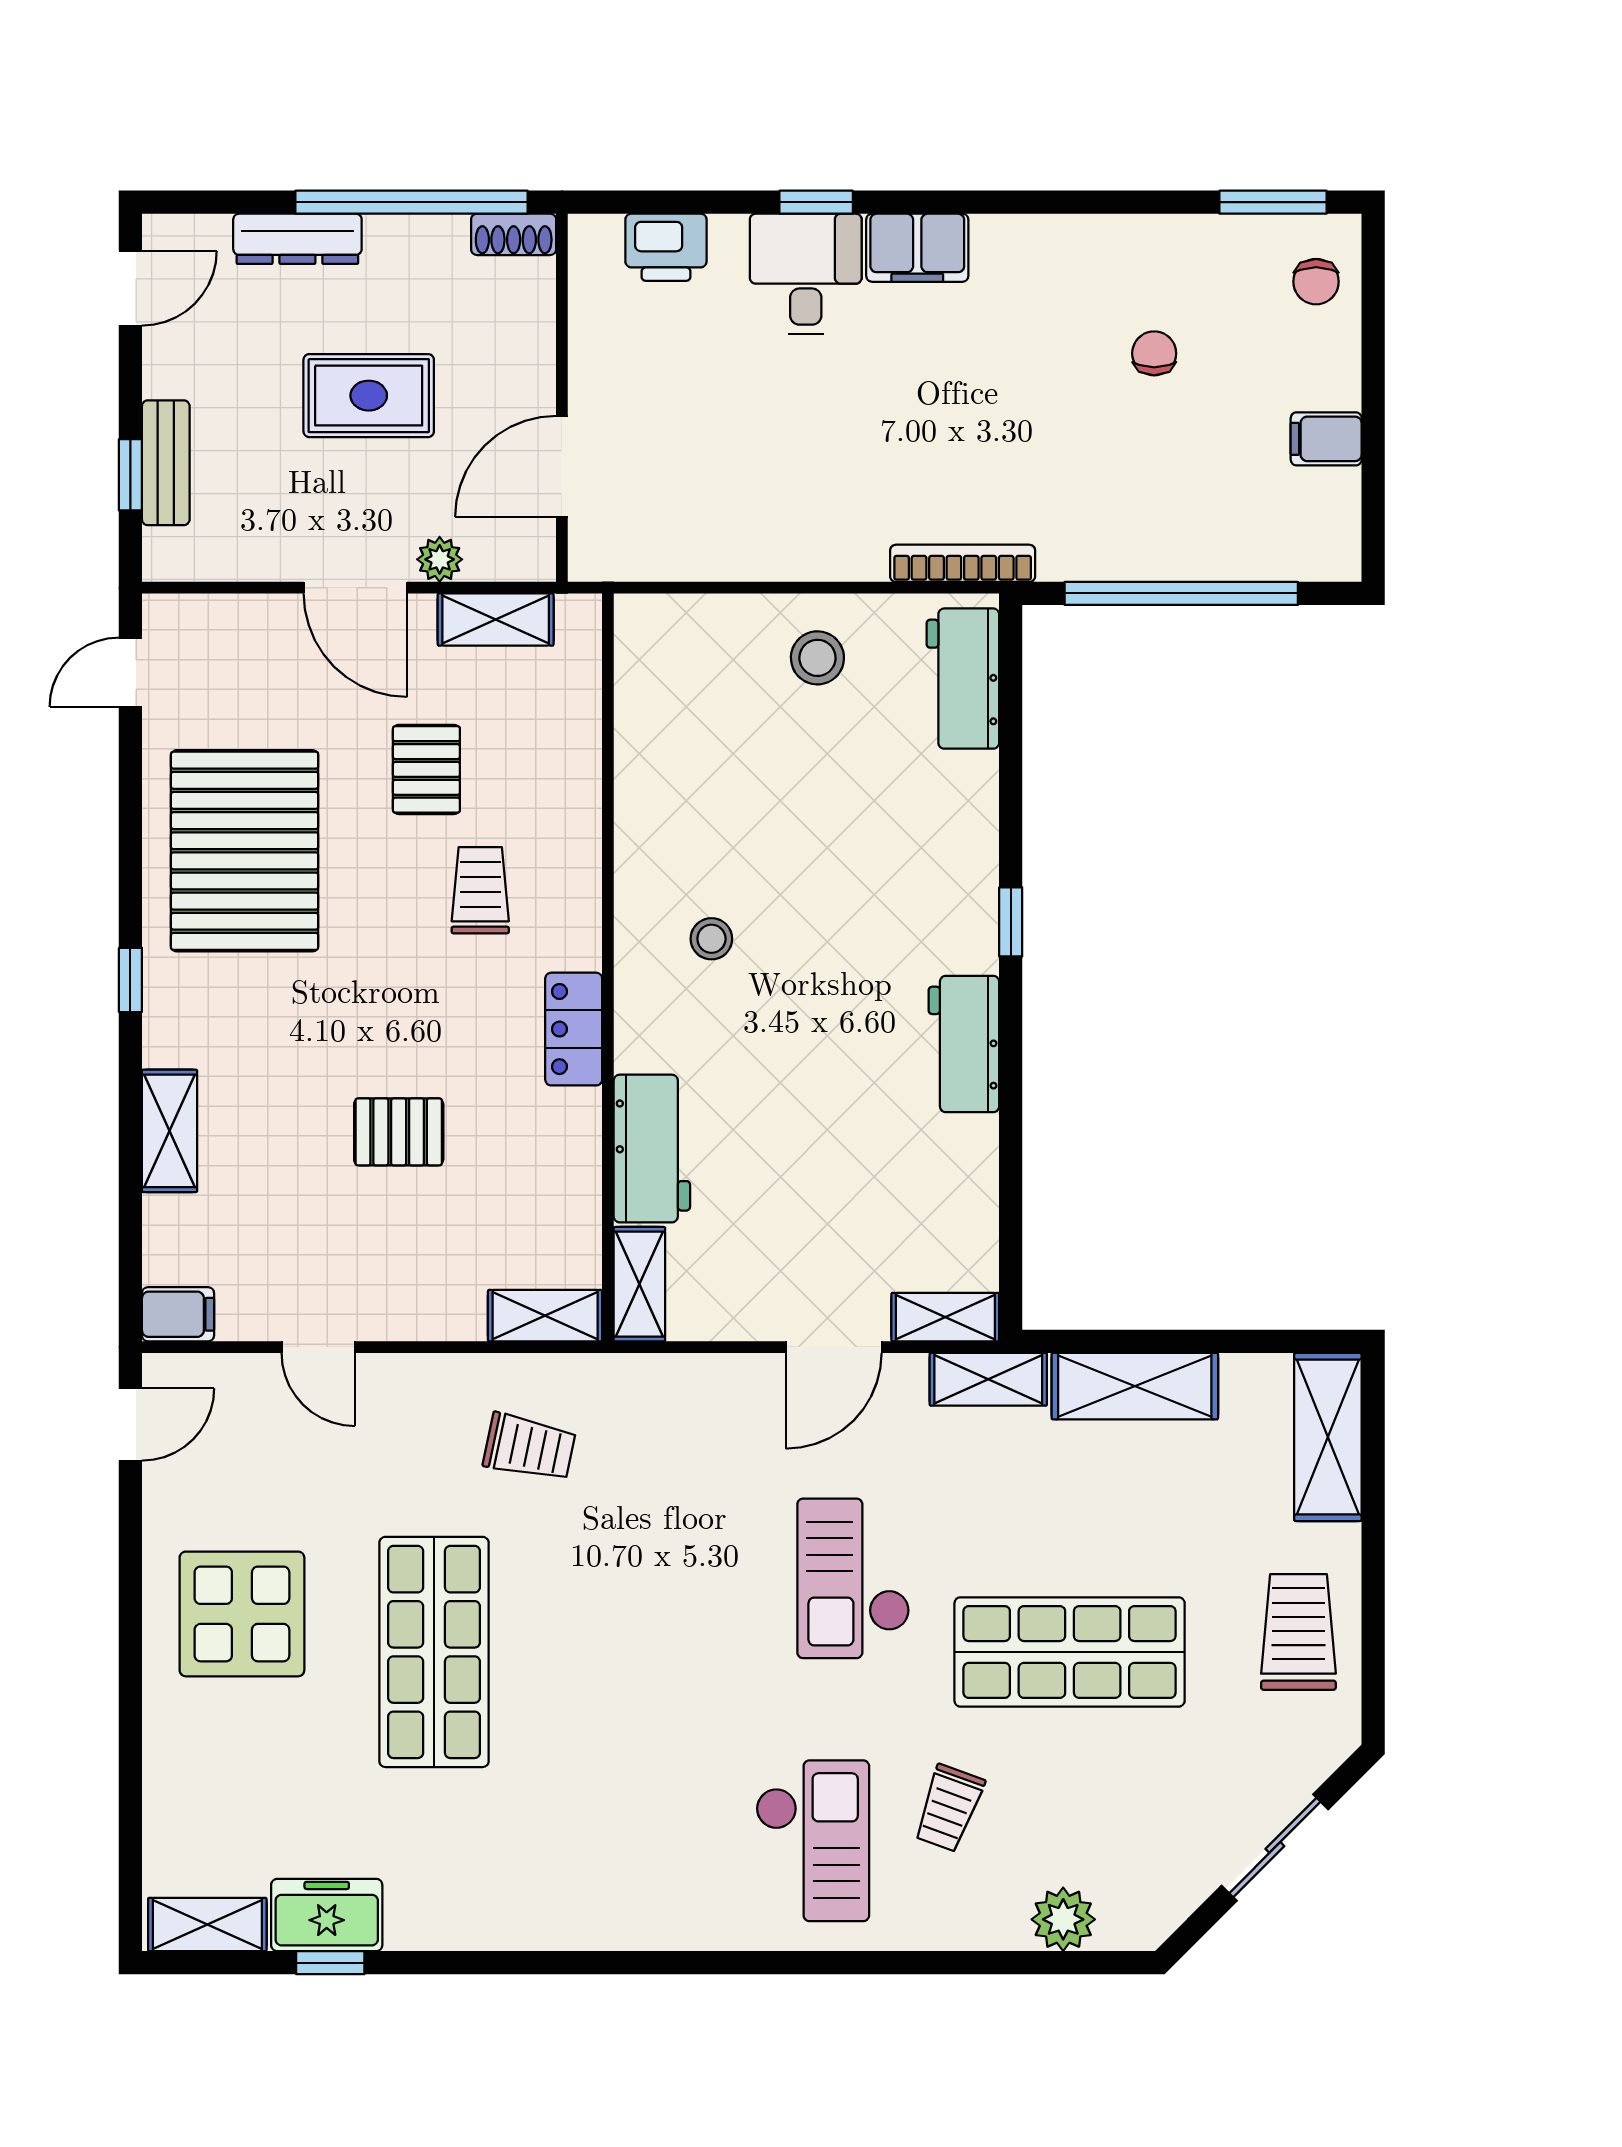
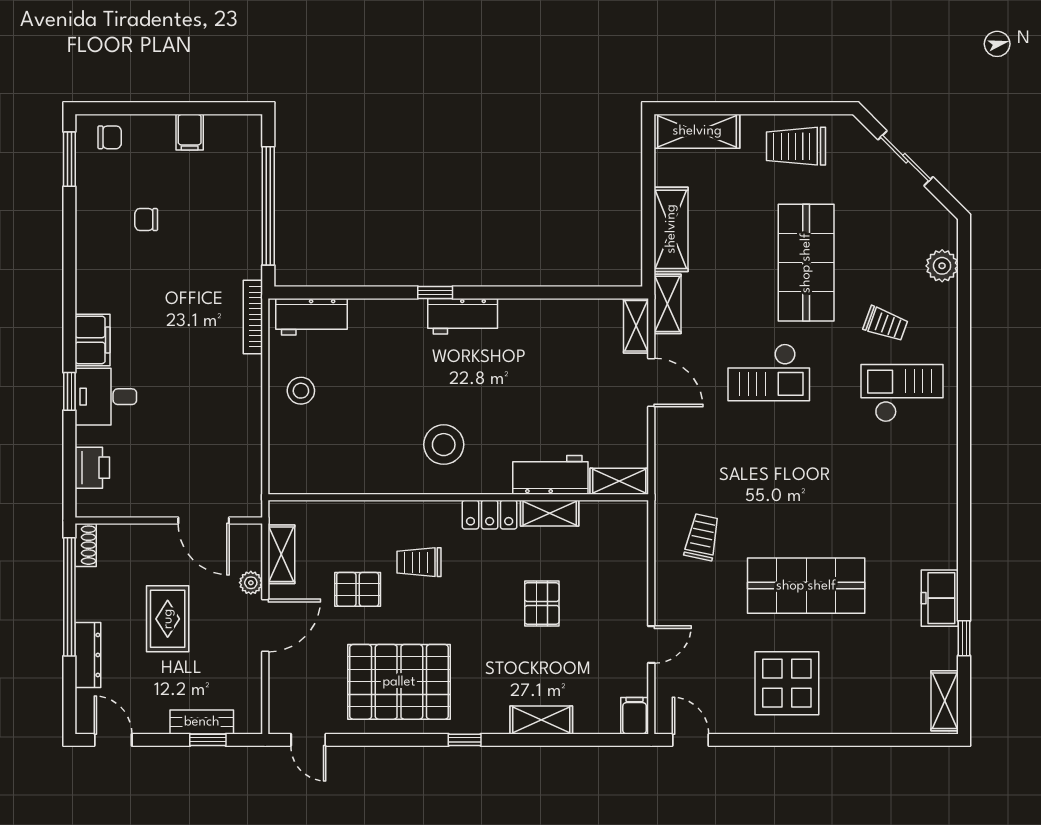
stool: (711, 939) -> (444, 445), width x1.89, depth x1.89
workbench: (964, 1044) -> (463, 316), moved
shelving: (545, 1316) -> (550, 513), moved, turned 90
freezer: (327, 1915) -> (940, 598), moved

